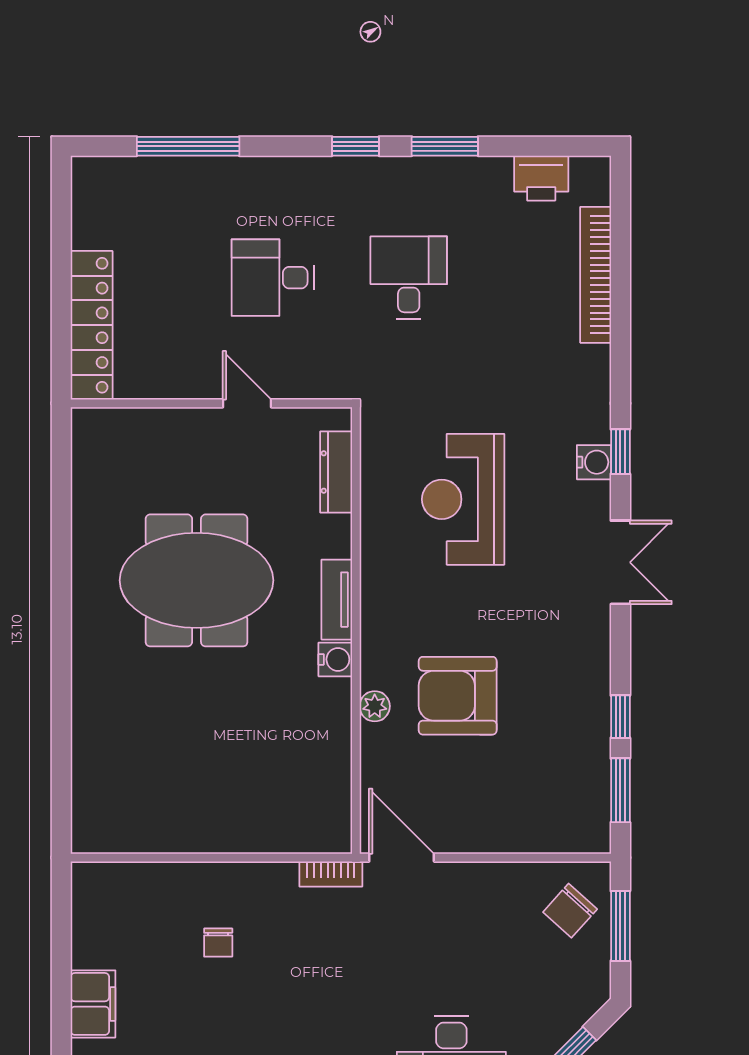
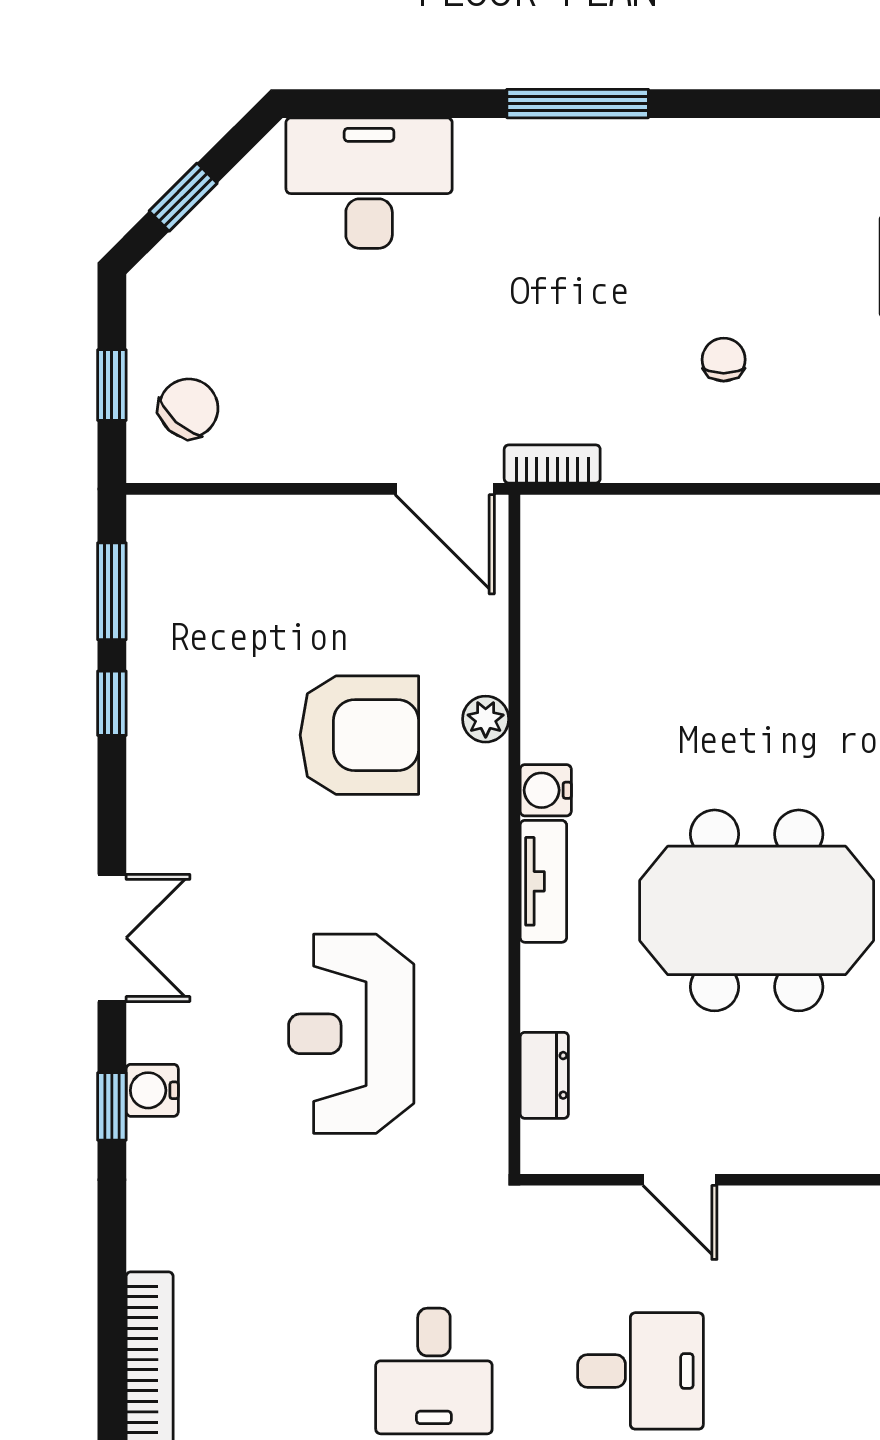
dresser: (336, 472) -> (544, 1075), width x0.70
reception desk: (463, 499) -> (351, 1034), turned 180
double door: (620, 562) -> (112, 938), swing flipped
window: (620, 926) -> (112, 385), width x0.67

